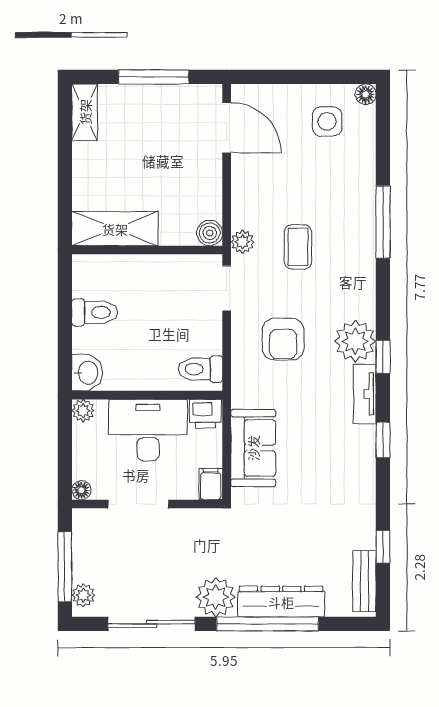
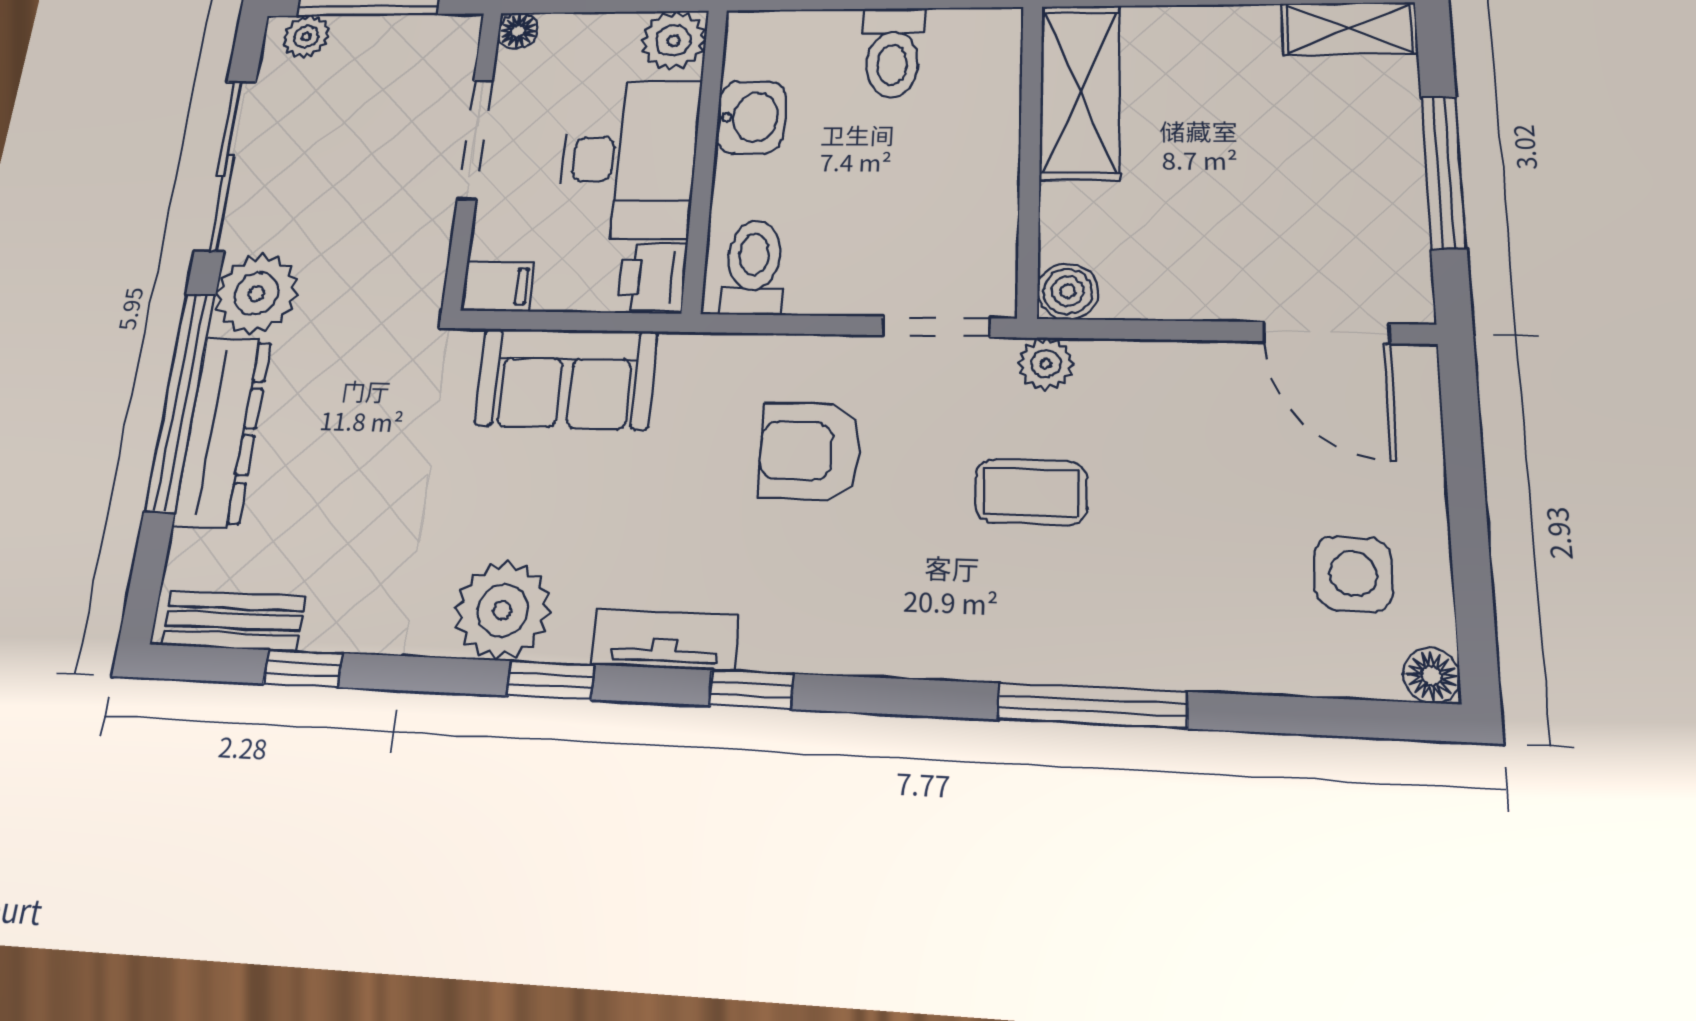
door: (227, 128) -> (1326, 333), hinge flipped
plant: (355, 341) -> (503, 610), moved
washbasin: (87, 373) -> (751, 117), moved, turned -90
plant: (83, 411) -> (673, 40), width x1.38, depth x1.38

